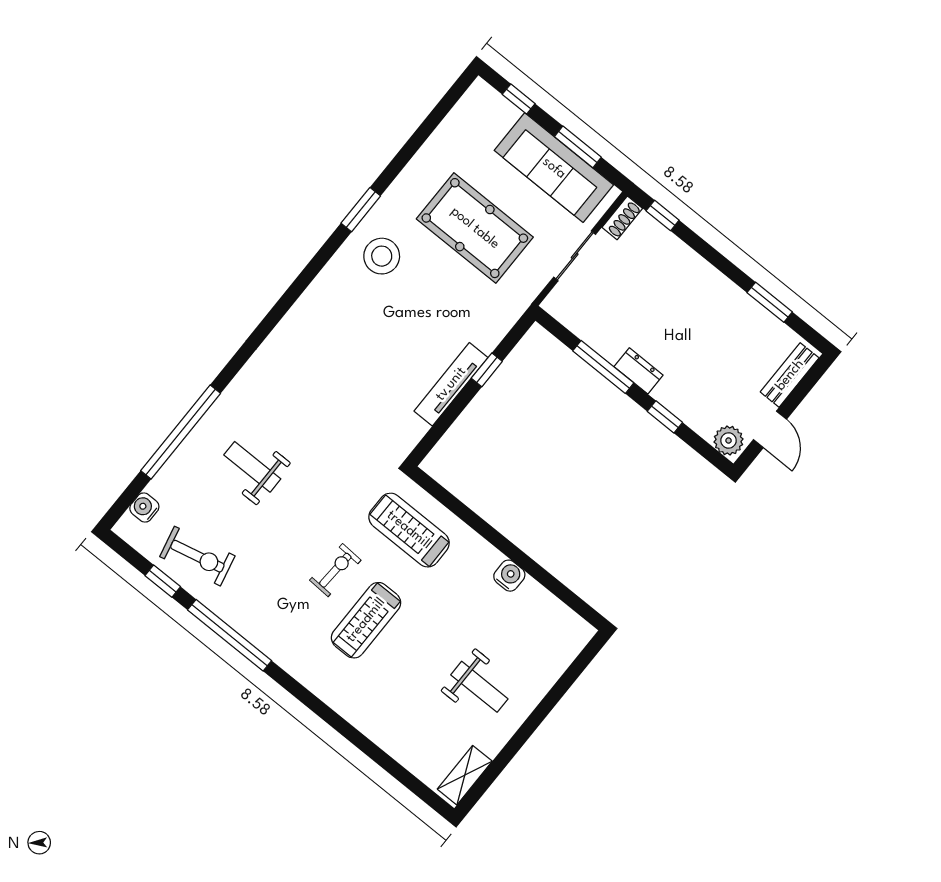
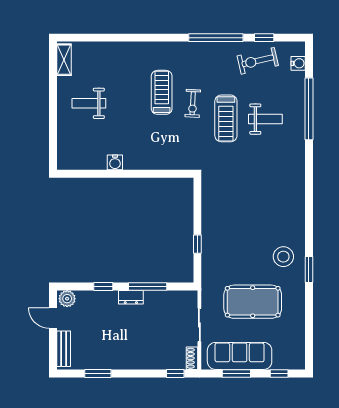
tv unit: (451, 384) -> (208, 225), removed
treadmill: (409, 530) -> (226, 118), moved, turned 90

